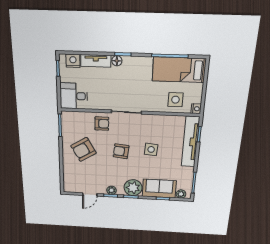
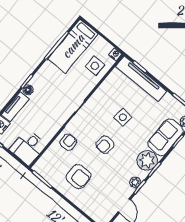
armchair: (84, 149) -> (78, 176), turned -59

